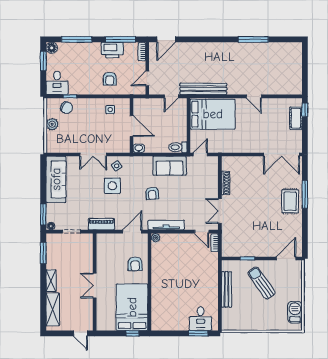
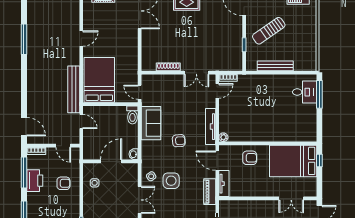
tv unit: (109, 238) -> (224, 184), added
double door: (95, 286) -> (291, 198), moved
window: (198, 333) -> (319, 94), width x1.44

